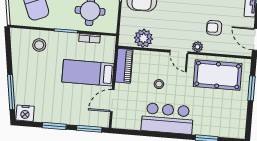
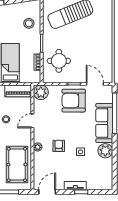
armchair: (214, 28) -> (59, 146), moved
plant: (143, 38) -> (41, 92), moved
door: (179, 52) -> (32, 121), moved

